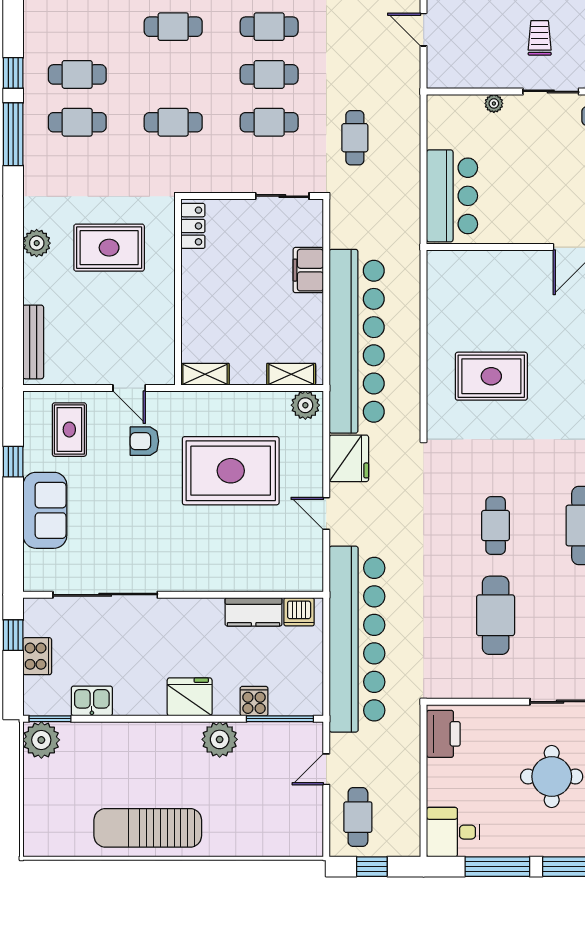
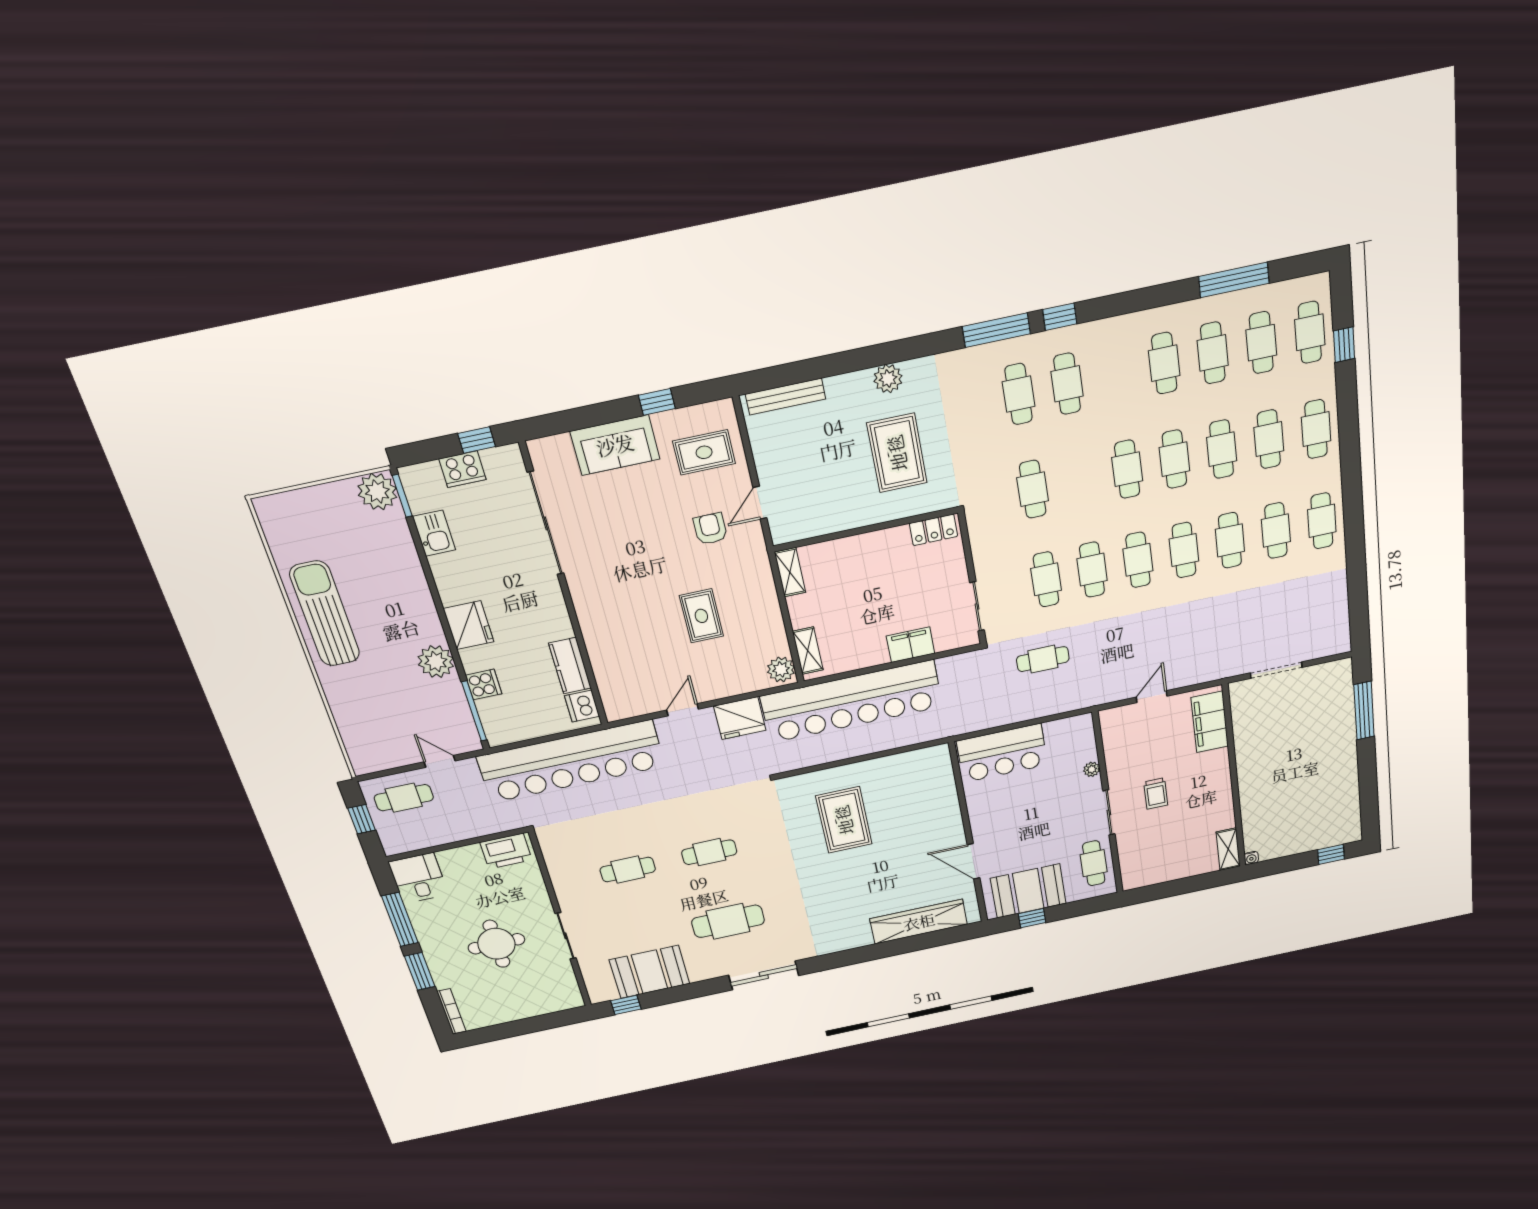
trolley: (540, 38) -> (1156, 794), turned 90
rug: (231, 471) -> (701, 616), width x0.54, depth x0.49
cafe table: (496, 615) -> (628, 870), width x0.73, depth x0.74

